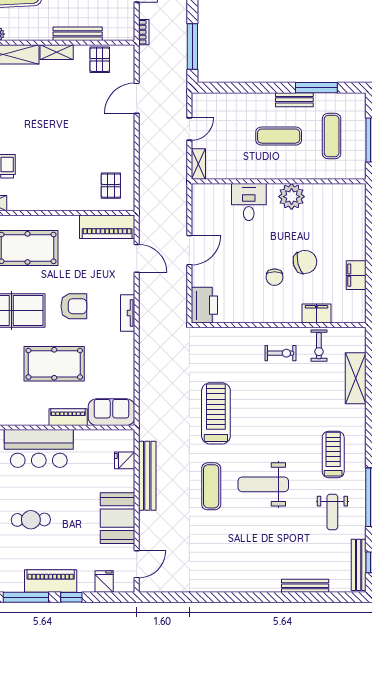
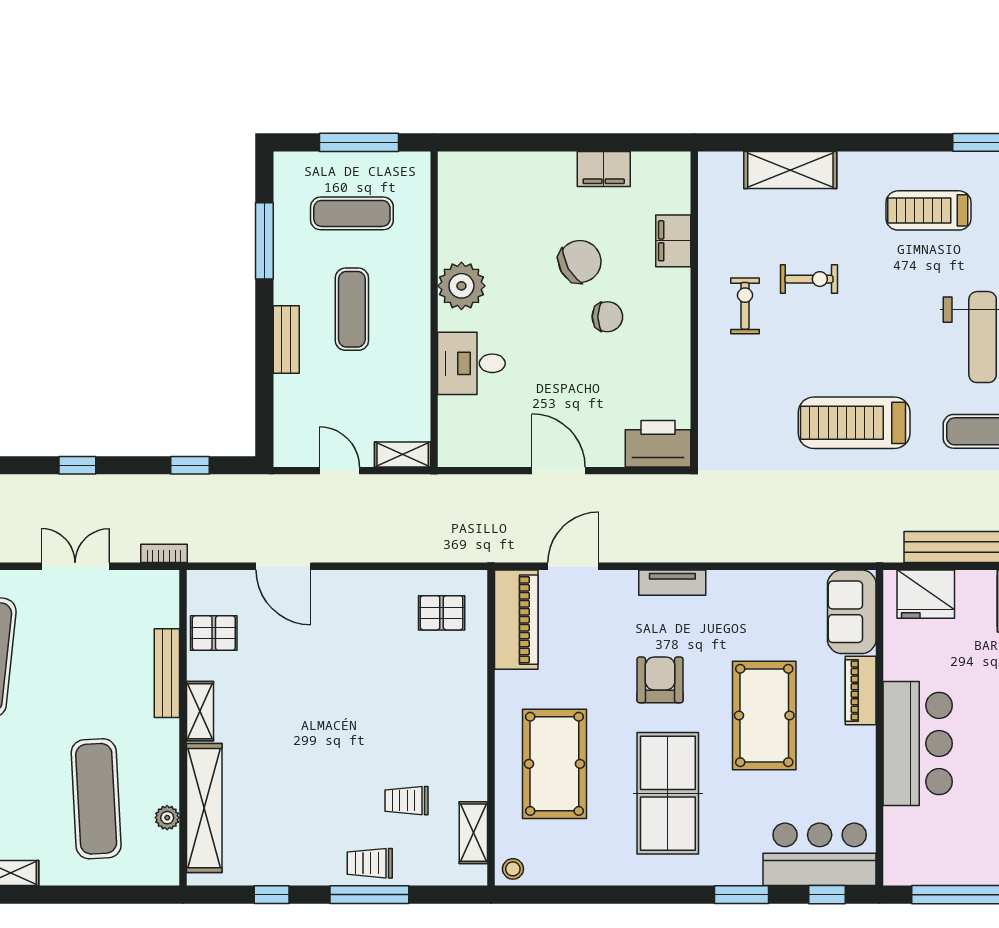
window: (192, 47) -> (190, 465), width x0.46
bench: (294, 100) -> (286, 339), moved
chair: (305, 262) -> (580, 261), turned 76
exercise bike: (319, 346) -> (809, 279), moved
fridge: (125, 460) -> (926, 594), width x1.88, depth x1.34

